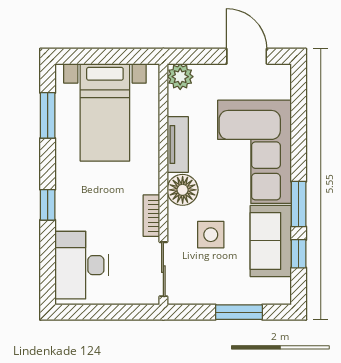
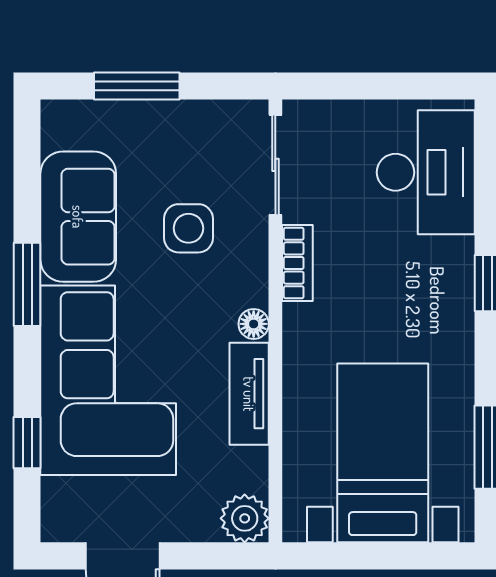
floor lamp: (183, 190) -> (254, 324), width x0.53, depth x0.53
window: (299, 254) -> (27, 443), moved

